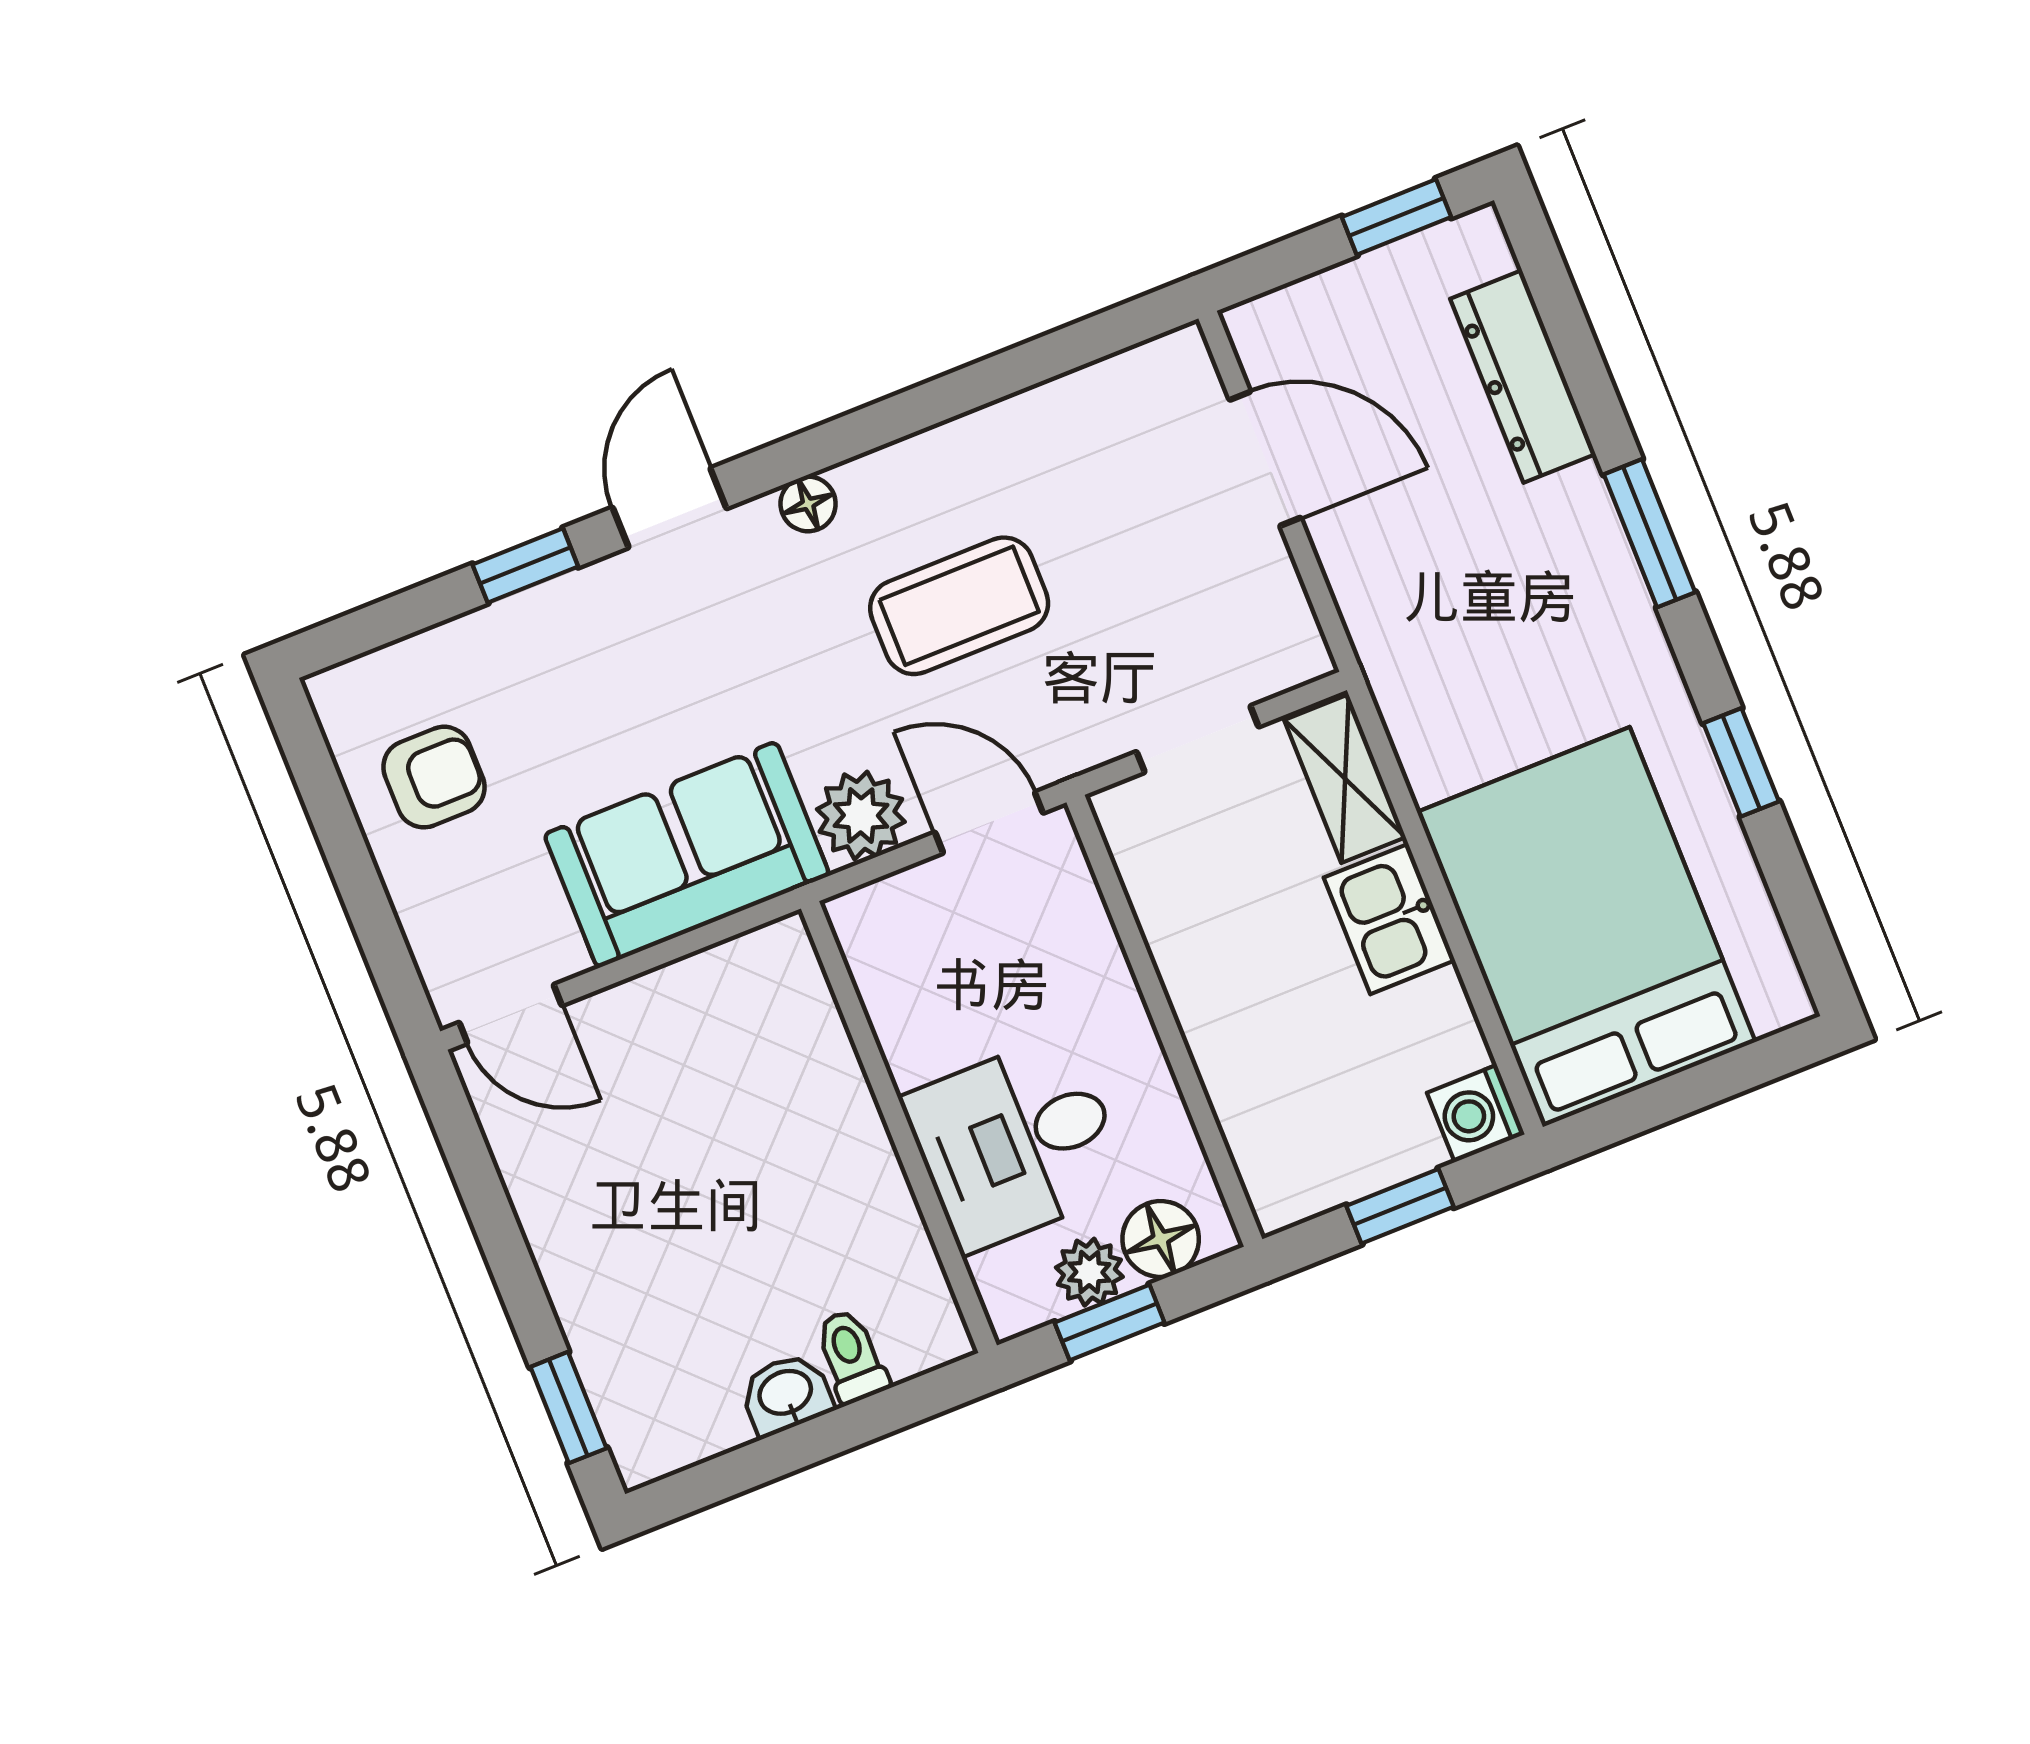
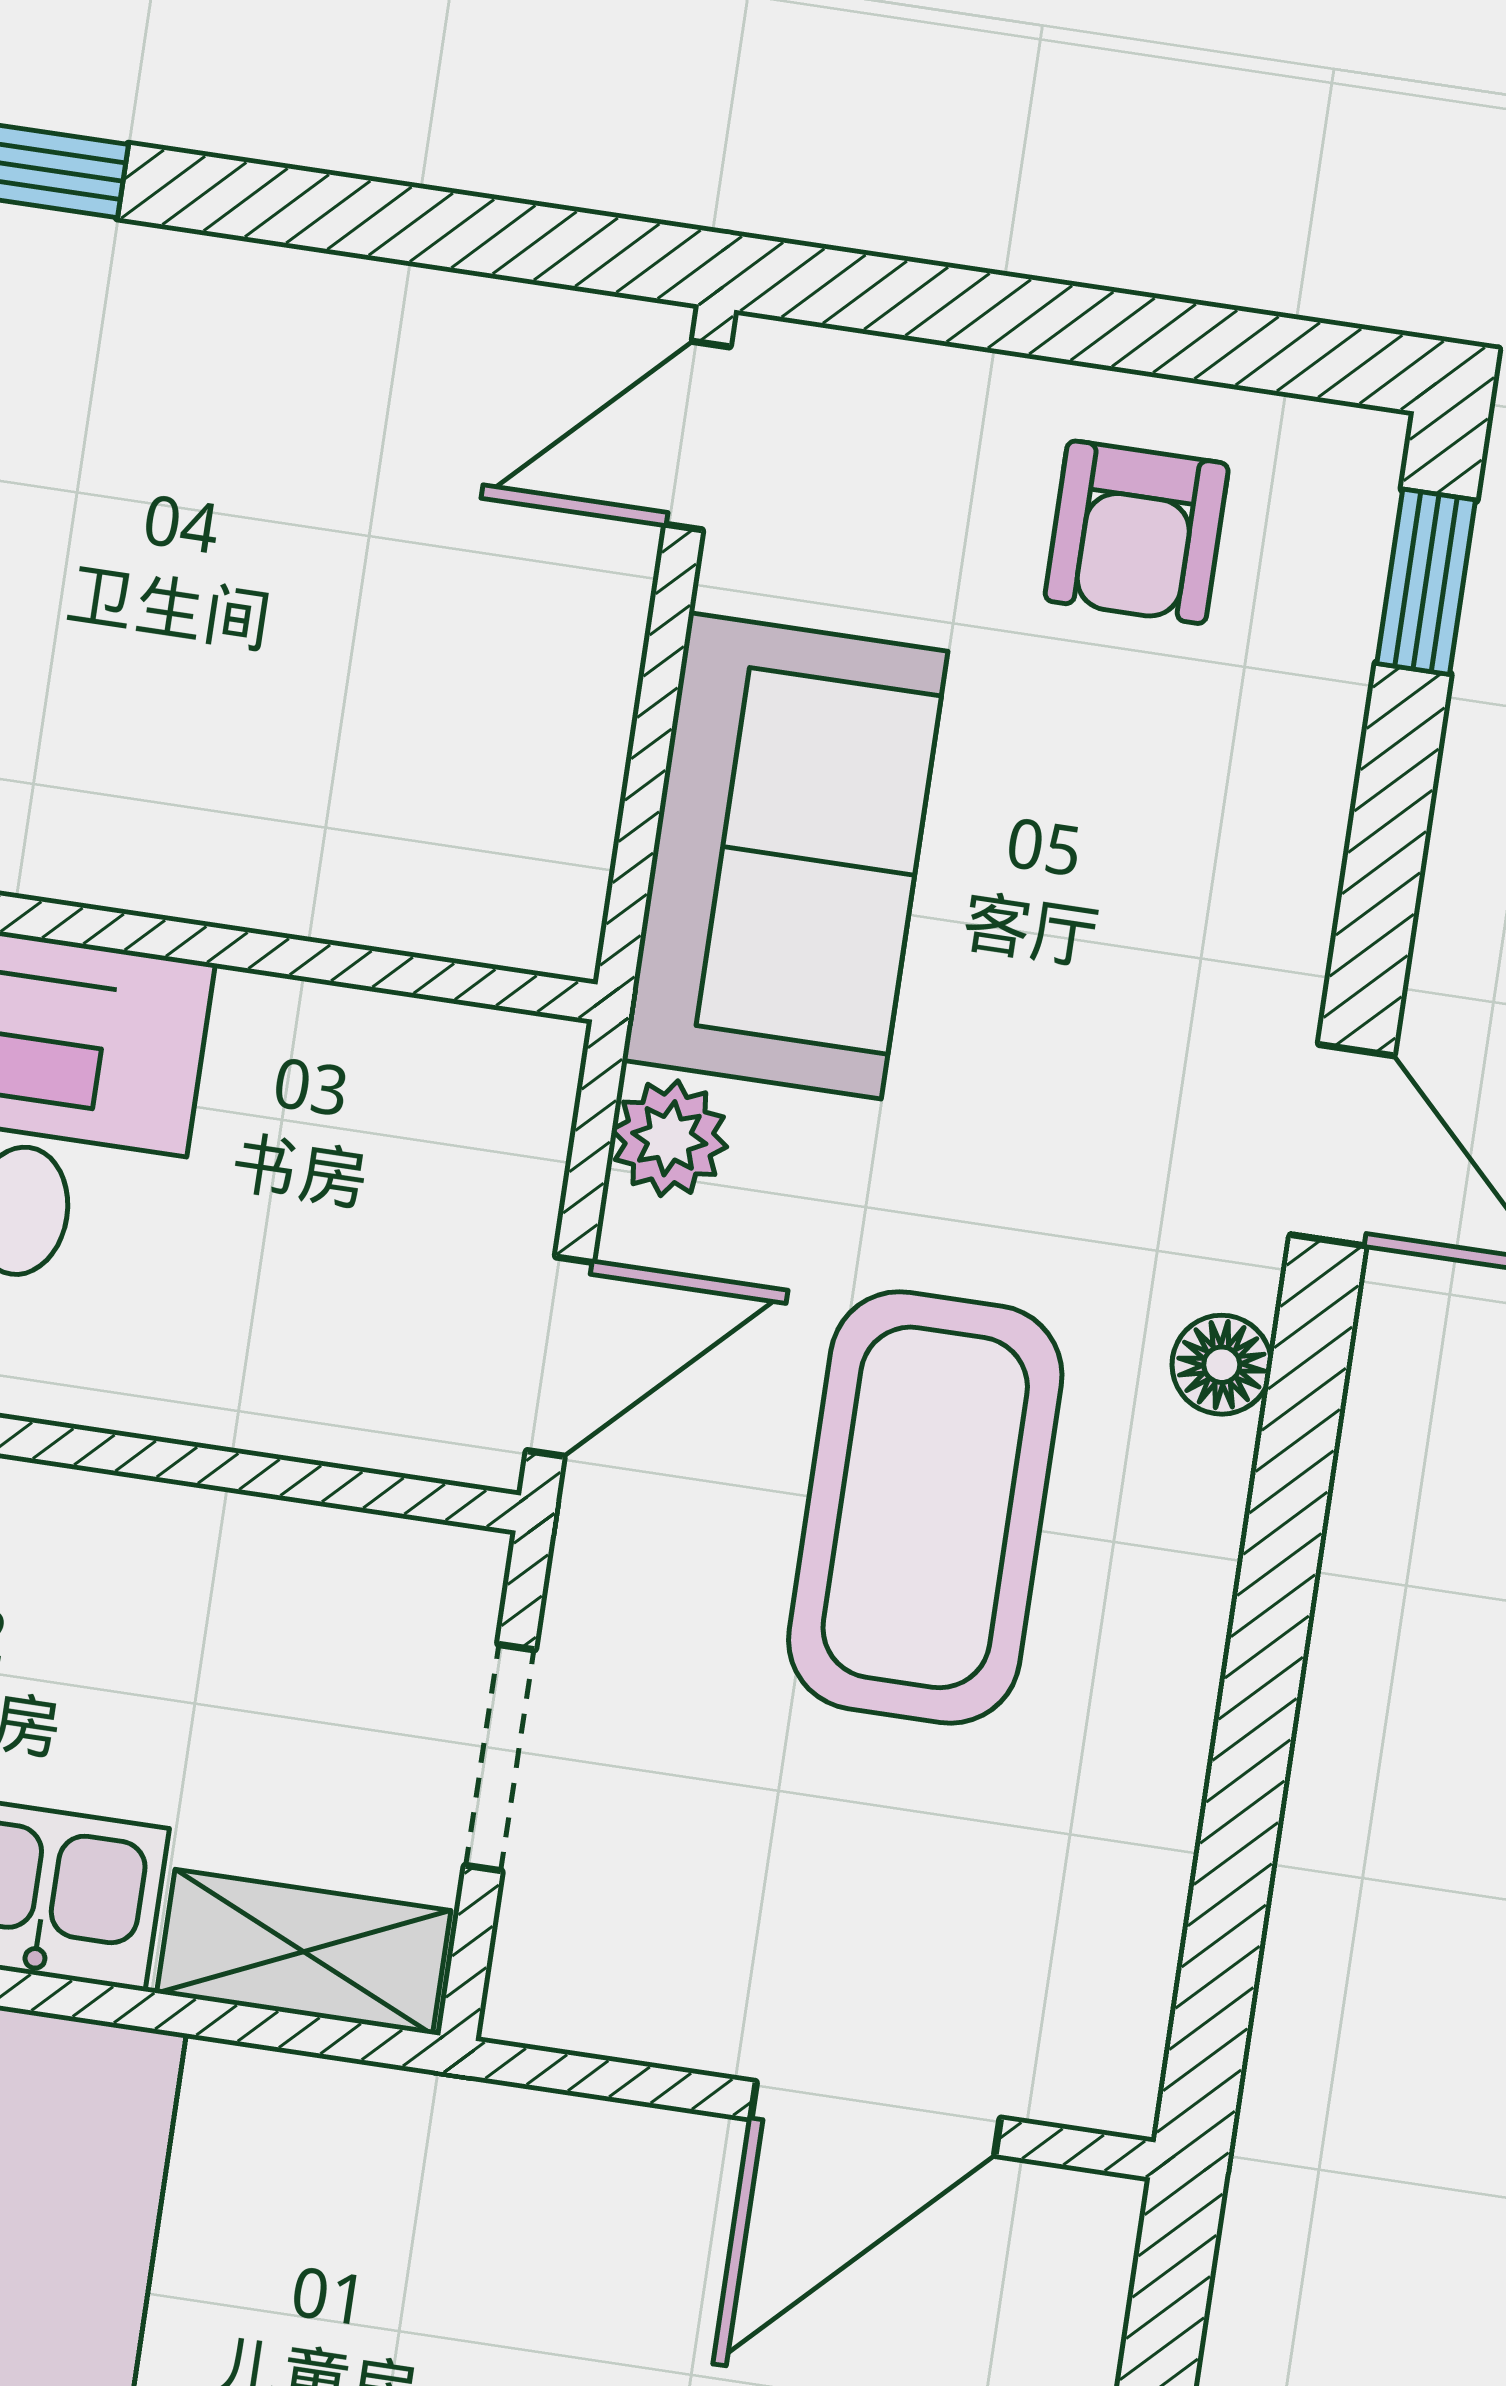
window: (525, 565) -> (1426, 582), moved
coffee table: (959, 606) -> (925, 1507), width x1.36, depth x1.32
plant: (861, 815) -> (669, 1138), width x0.73, depth x0.73

